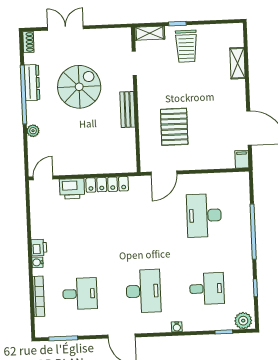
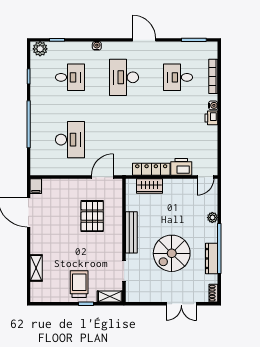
bench: (127, 110) -> (131, 232), width x1.36
wardrobe: (108, 165) -> (149, 186), added
desk: (207, 289) -> (70, 77), turned 180

